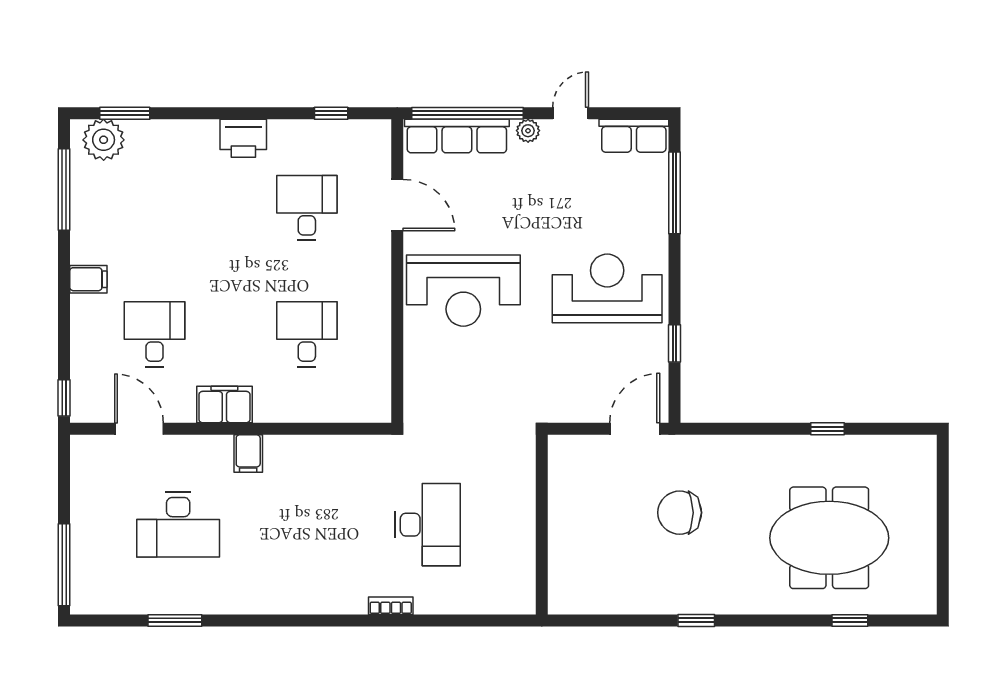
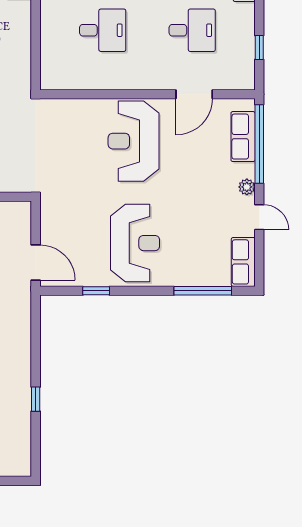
row of seats: (457, 136) -> (243, 137), width x0.68

